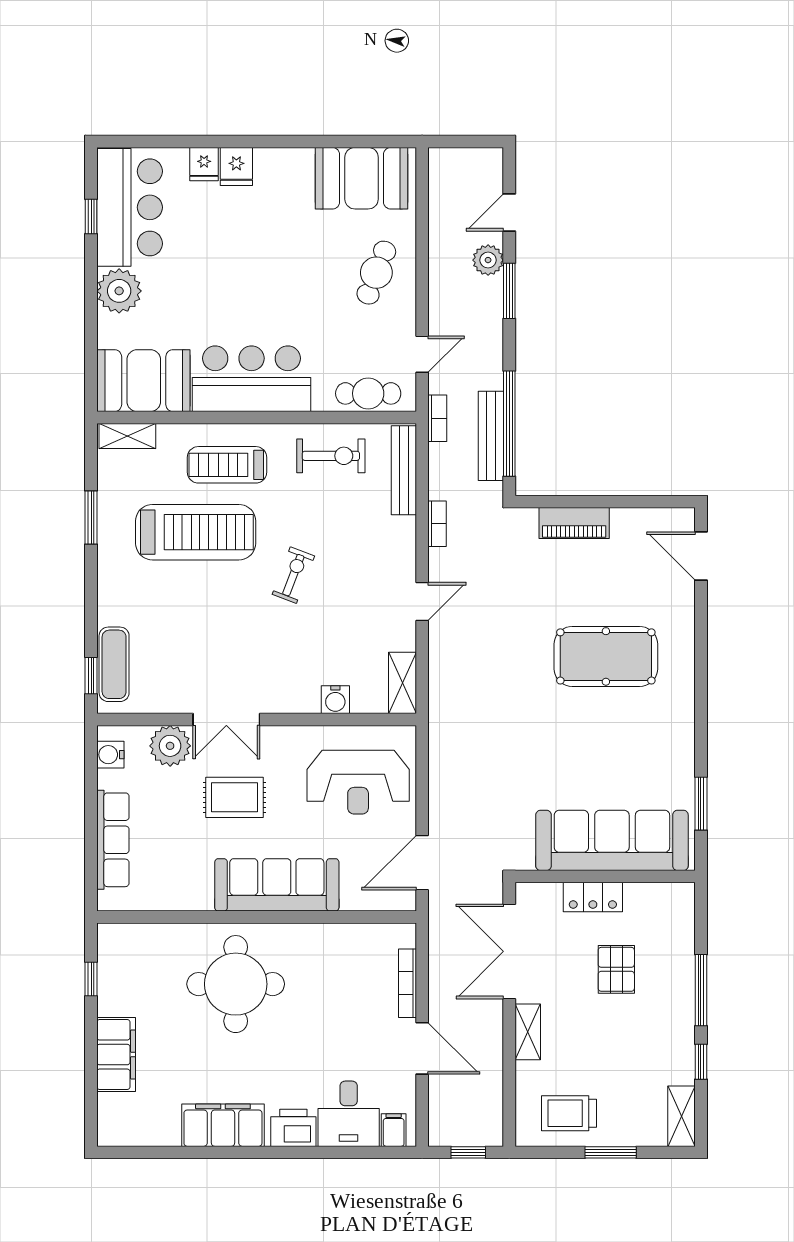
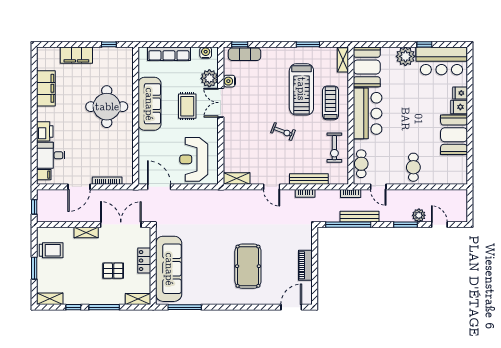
booth: (362, 178) -> (454, 135), moved
window: (91, 217) -> (424, 44), moved
cafe table: (376, 273) -> (413, 167), turned 69
bench: (491, 436) -> (360, 217), moved
bench: (404, 470) -> (309, 179), moved
piano: (574, 523) -> (305, 265), moved
water cooler: (335, 700) -> (229, 81), moved
window: (701, 804) -> (185, 307), width x1.44
sofa: (277, 885) -> (149, 104), moved
shelving: (682, 912) -> (138, 299), added
trolley: (569, 1113) -> (51, 250), turned 90
filing cabinet: (223, 1125) -> (46, 88), moved

